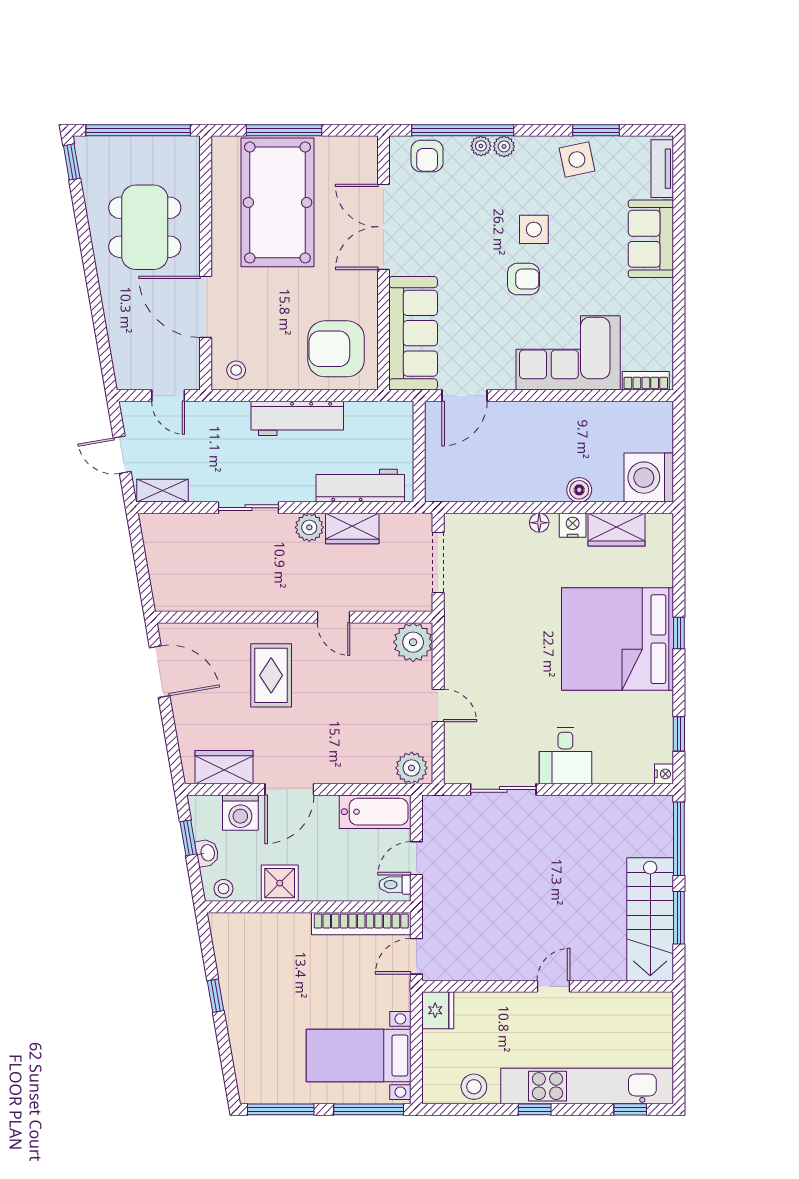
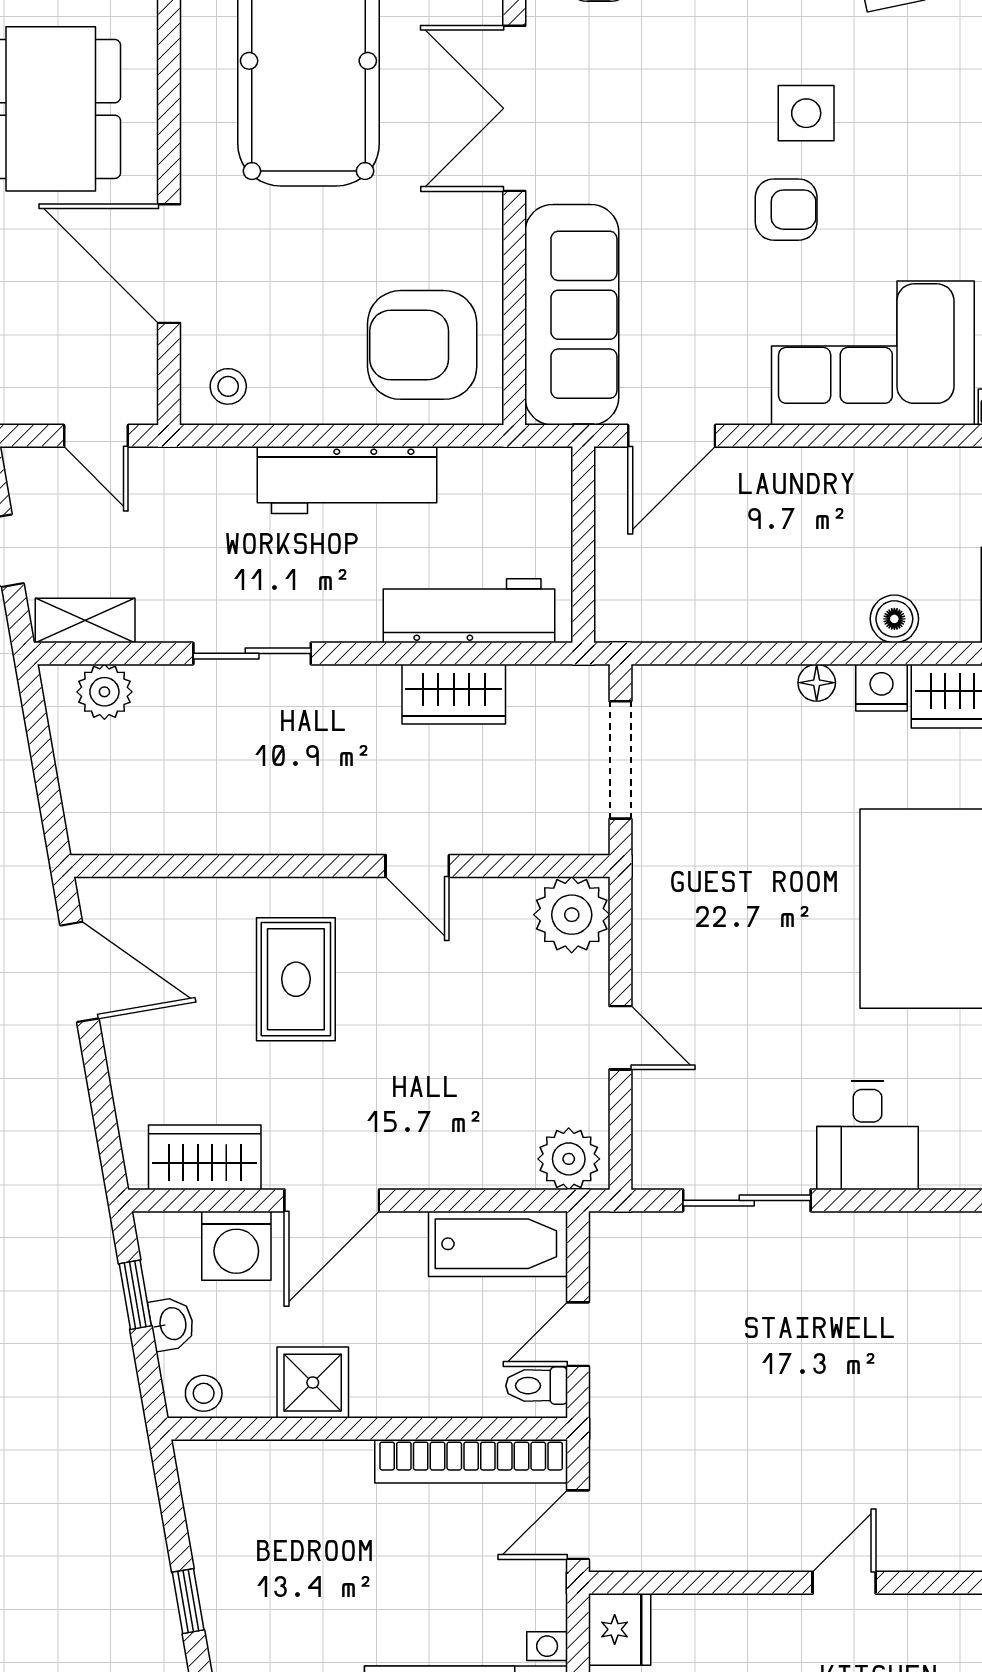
plant: (309, 527) -> (104, 692), moved

